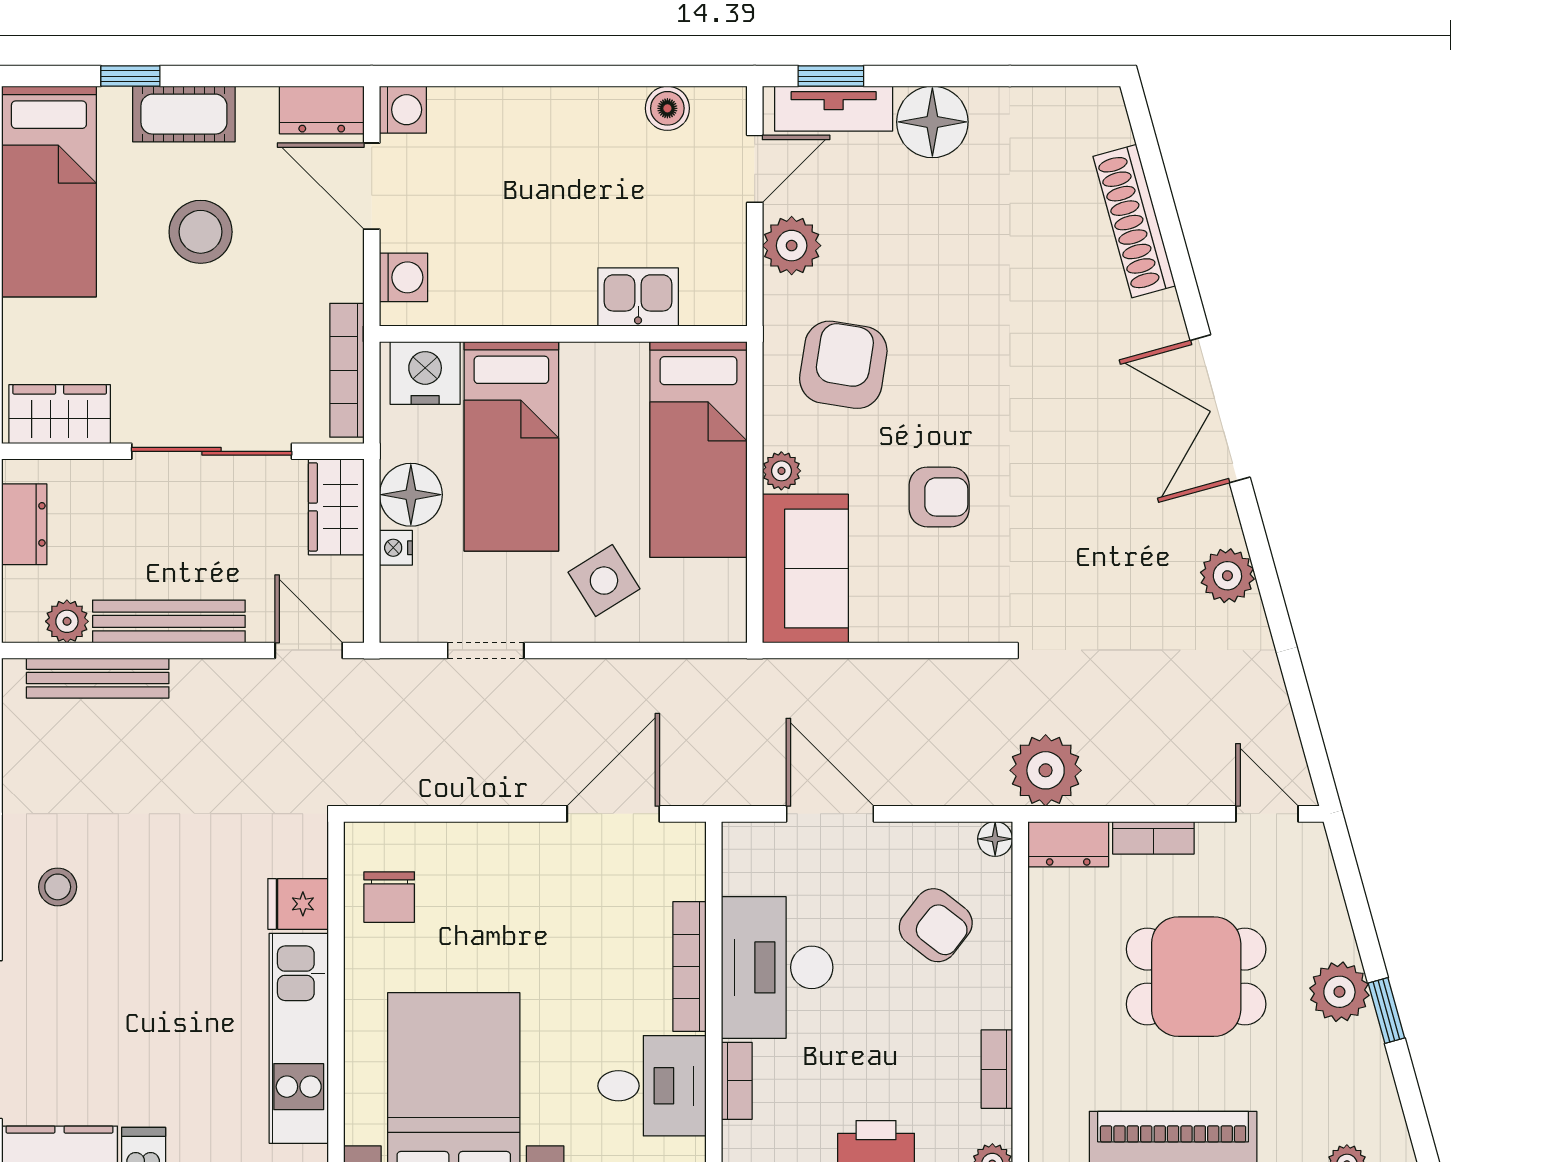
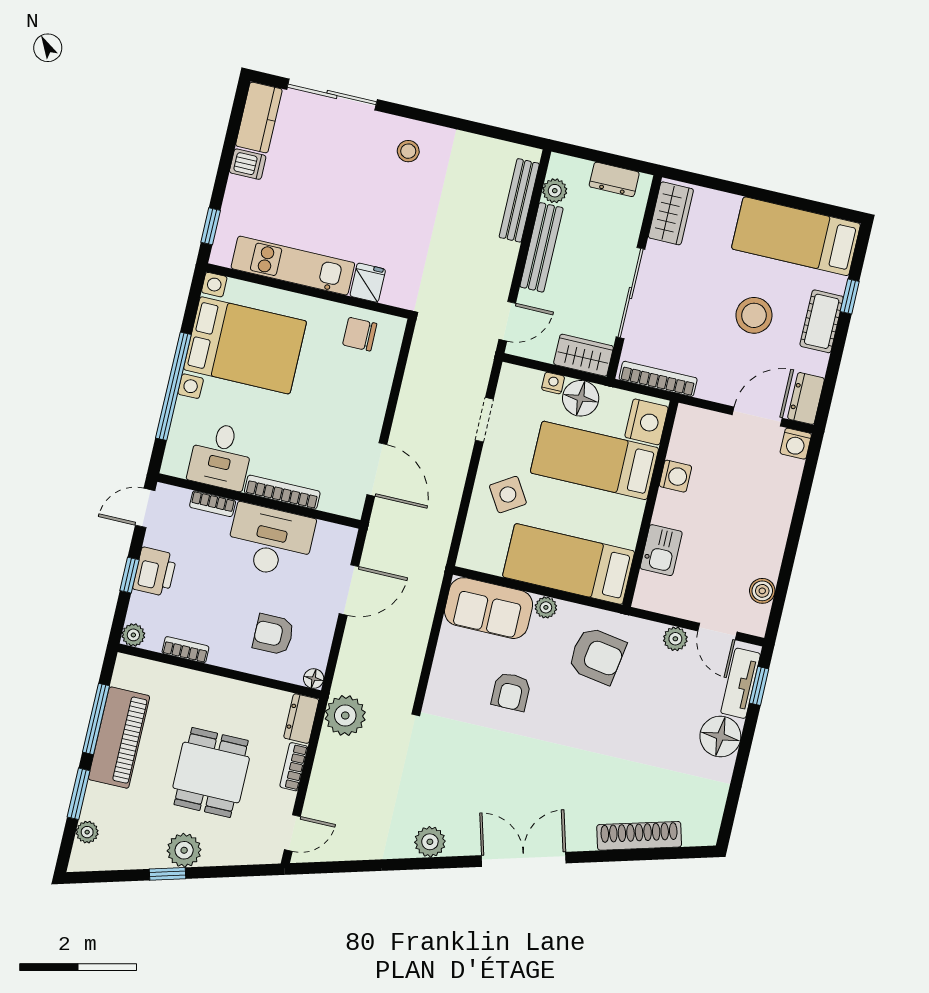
plant: (792, 246) -> (675, 639), width x0.73, depth x0.73
washing machine: (404, 277) -> (675, 476), moved, turned -90
armchair: (936, 925) -> (273, 634), turned 52

